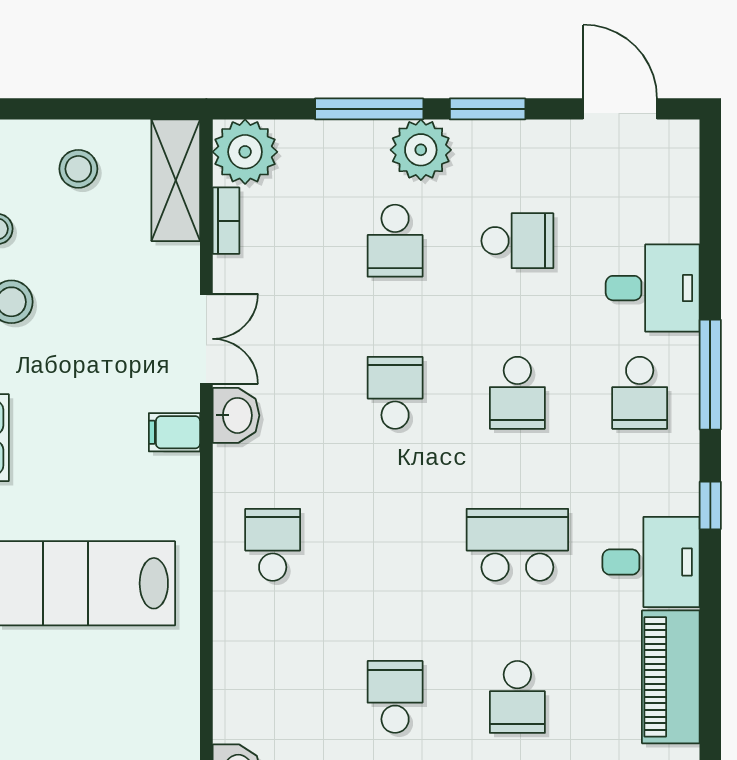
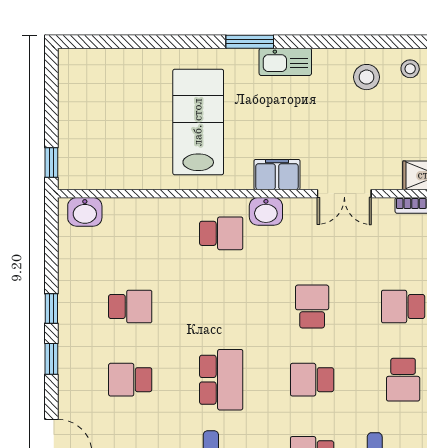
school desk: (395, 393) -> (312, 307), turned -90
washbasin: (236, 415) -> (266, 211), moved
filing cabinet: (174, 432) -> (277, 175), width x2.00

